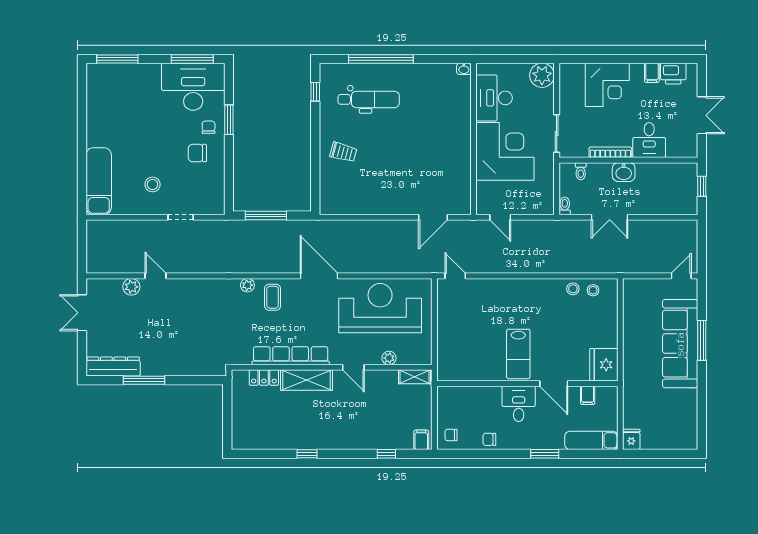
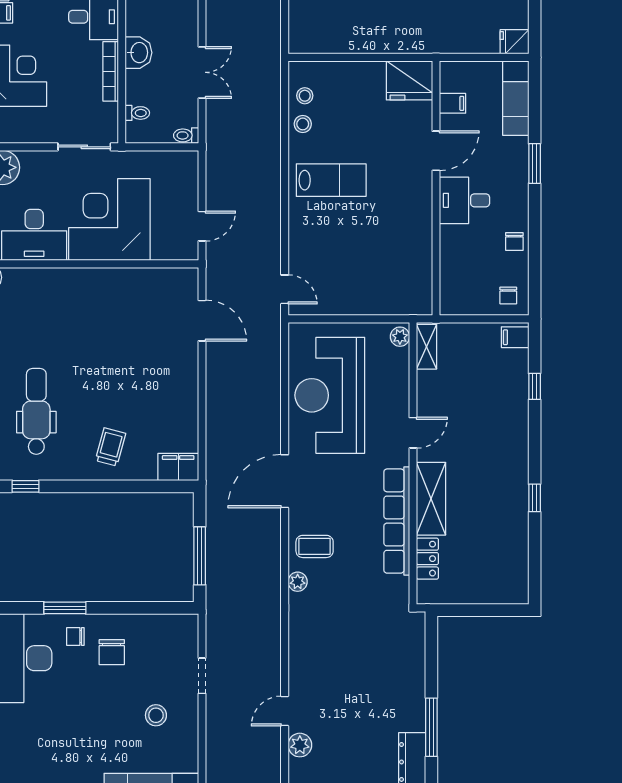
filing cabinet: (329, 200) -> (178, 467), added
door: (455, 276) -> (285, 289), swing flipped
lab bench: (518, 354) -> (331, 180), moved
plant: (389, 358) -> (400, 337), moved

